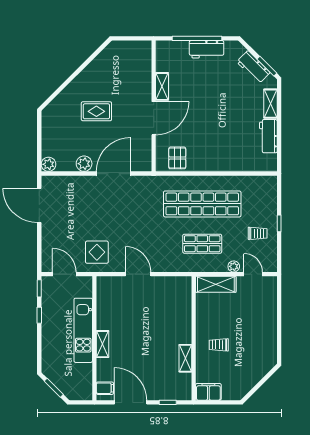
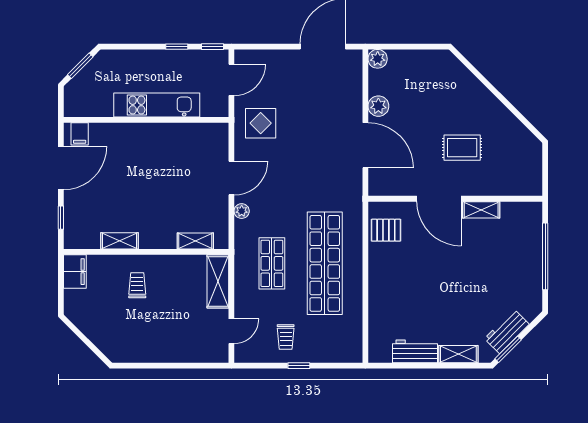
workbench: (207, 49) -> (531, 269), removed
rug: (96, 111) -> (462, 148), moved, turned 90
plant: (234, 266) -> (242, 211), moved
shelving: (103, 344) -> (195, 241), moved

